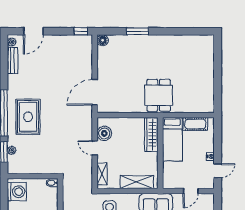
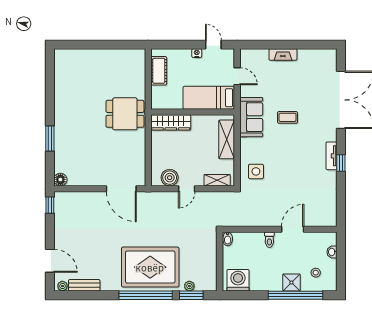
rug: (28, 117) -> (150, 267), width x1.37, depth x1.44
bed: (172, 139) -> (209, 98), moved, turned 180

